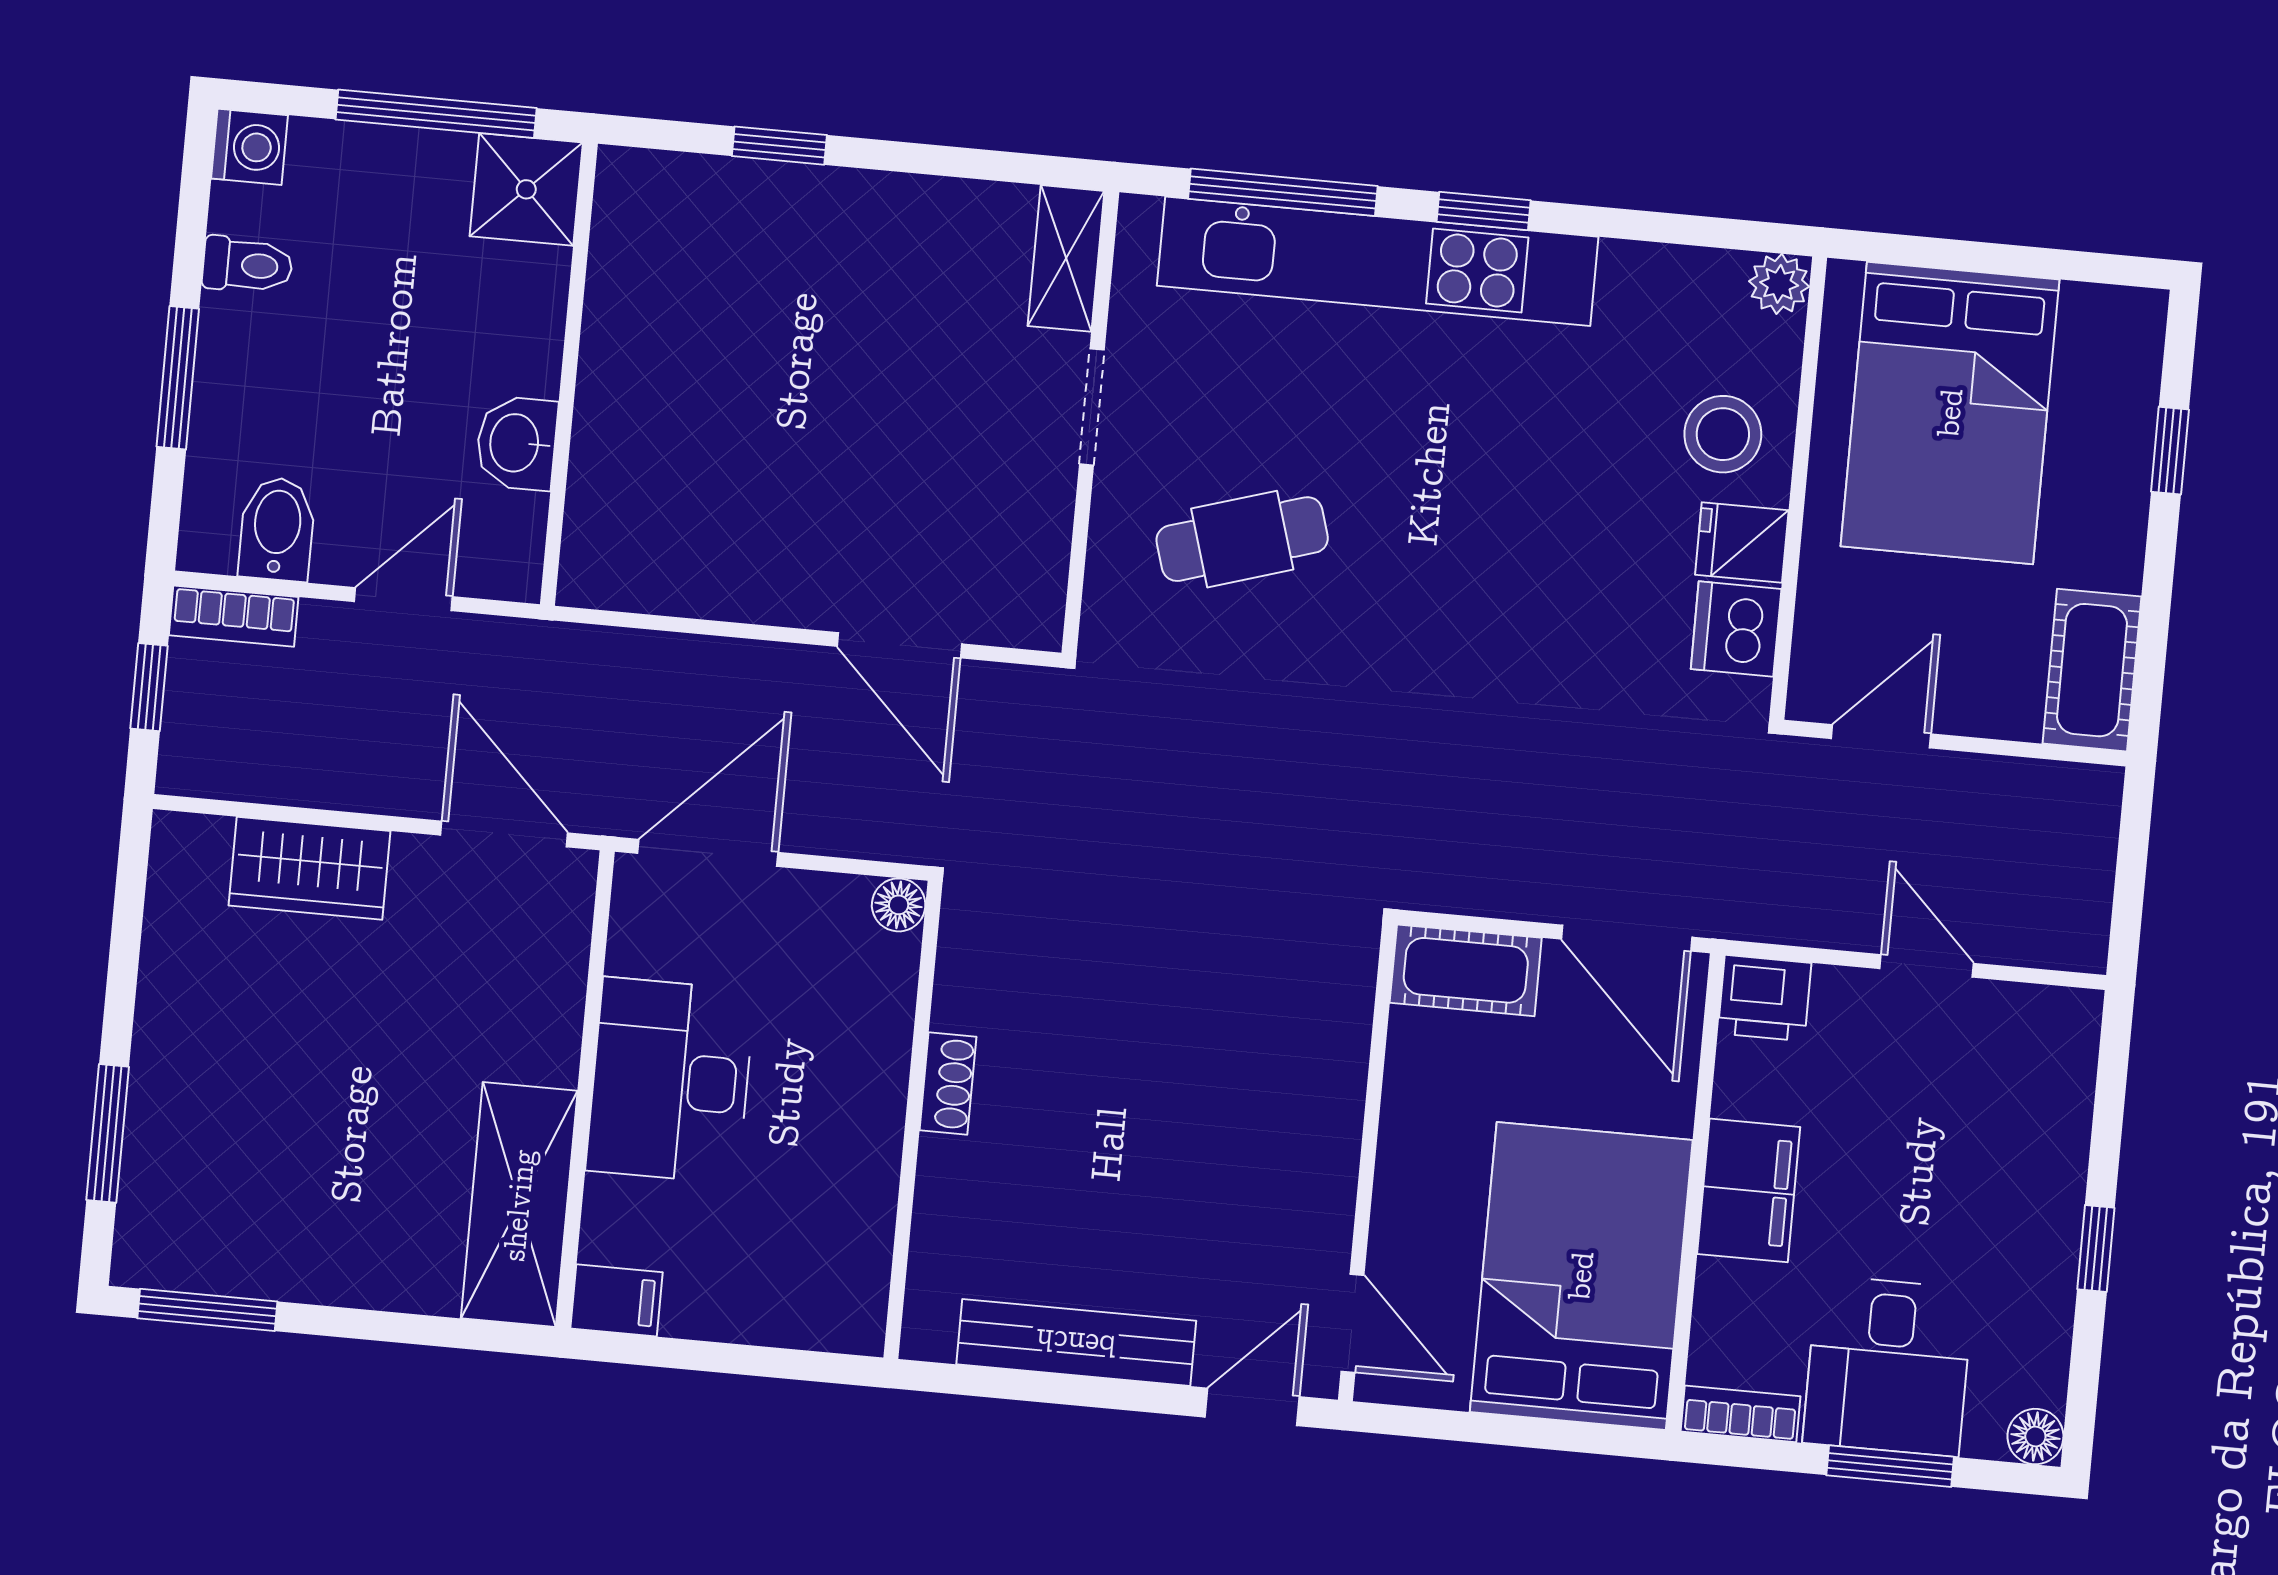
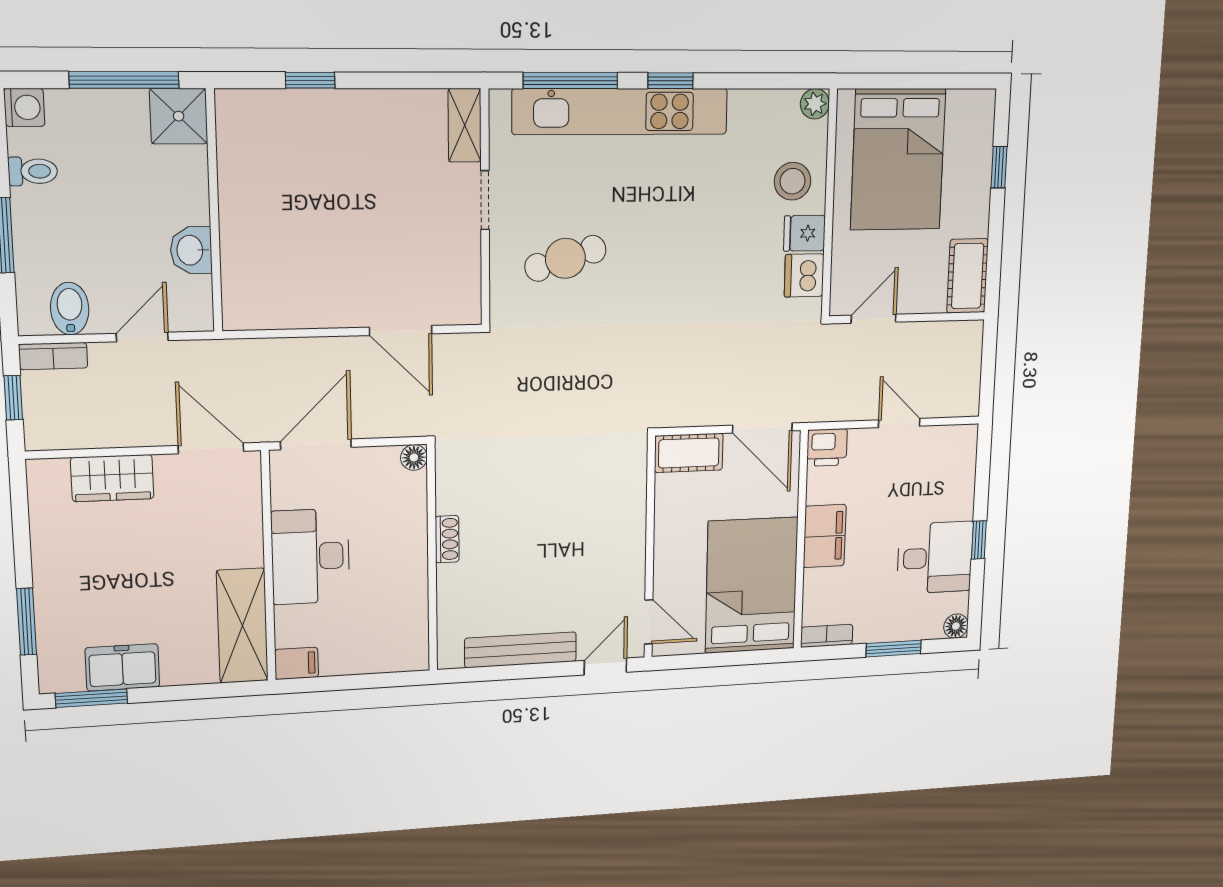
freezer: (276, 1255) -> (122, 667), added
desk: (1888, 1366) -> (935, 558), moved, turned -90

